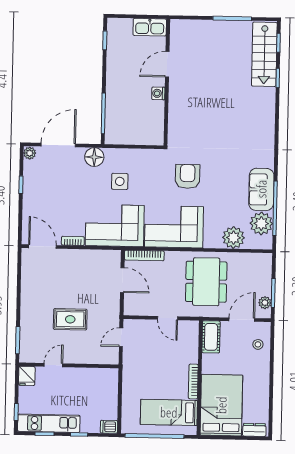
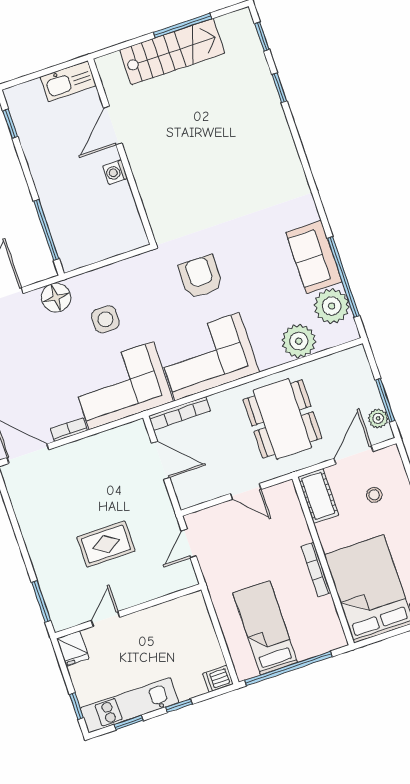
stairs: (264, 54) -> (172, 52), moved, turned -90
stool: (258, 344) -> (374, 495), moved
bed: (169, 412) -> (265, 628), moved, turned 90

